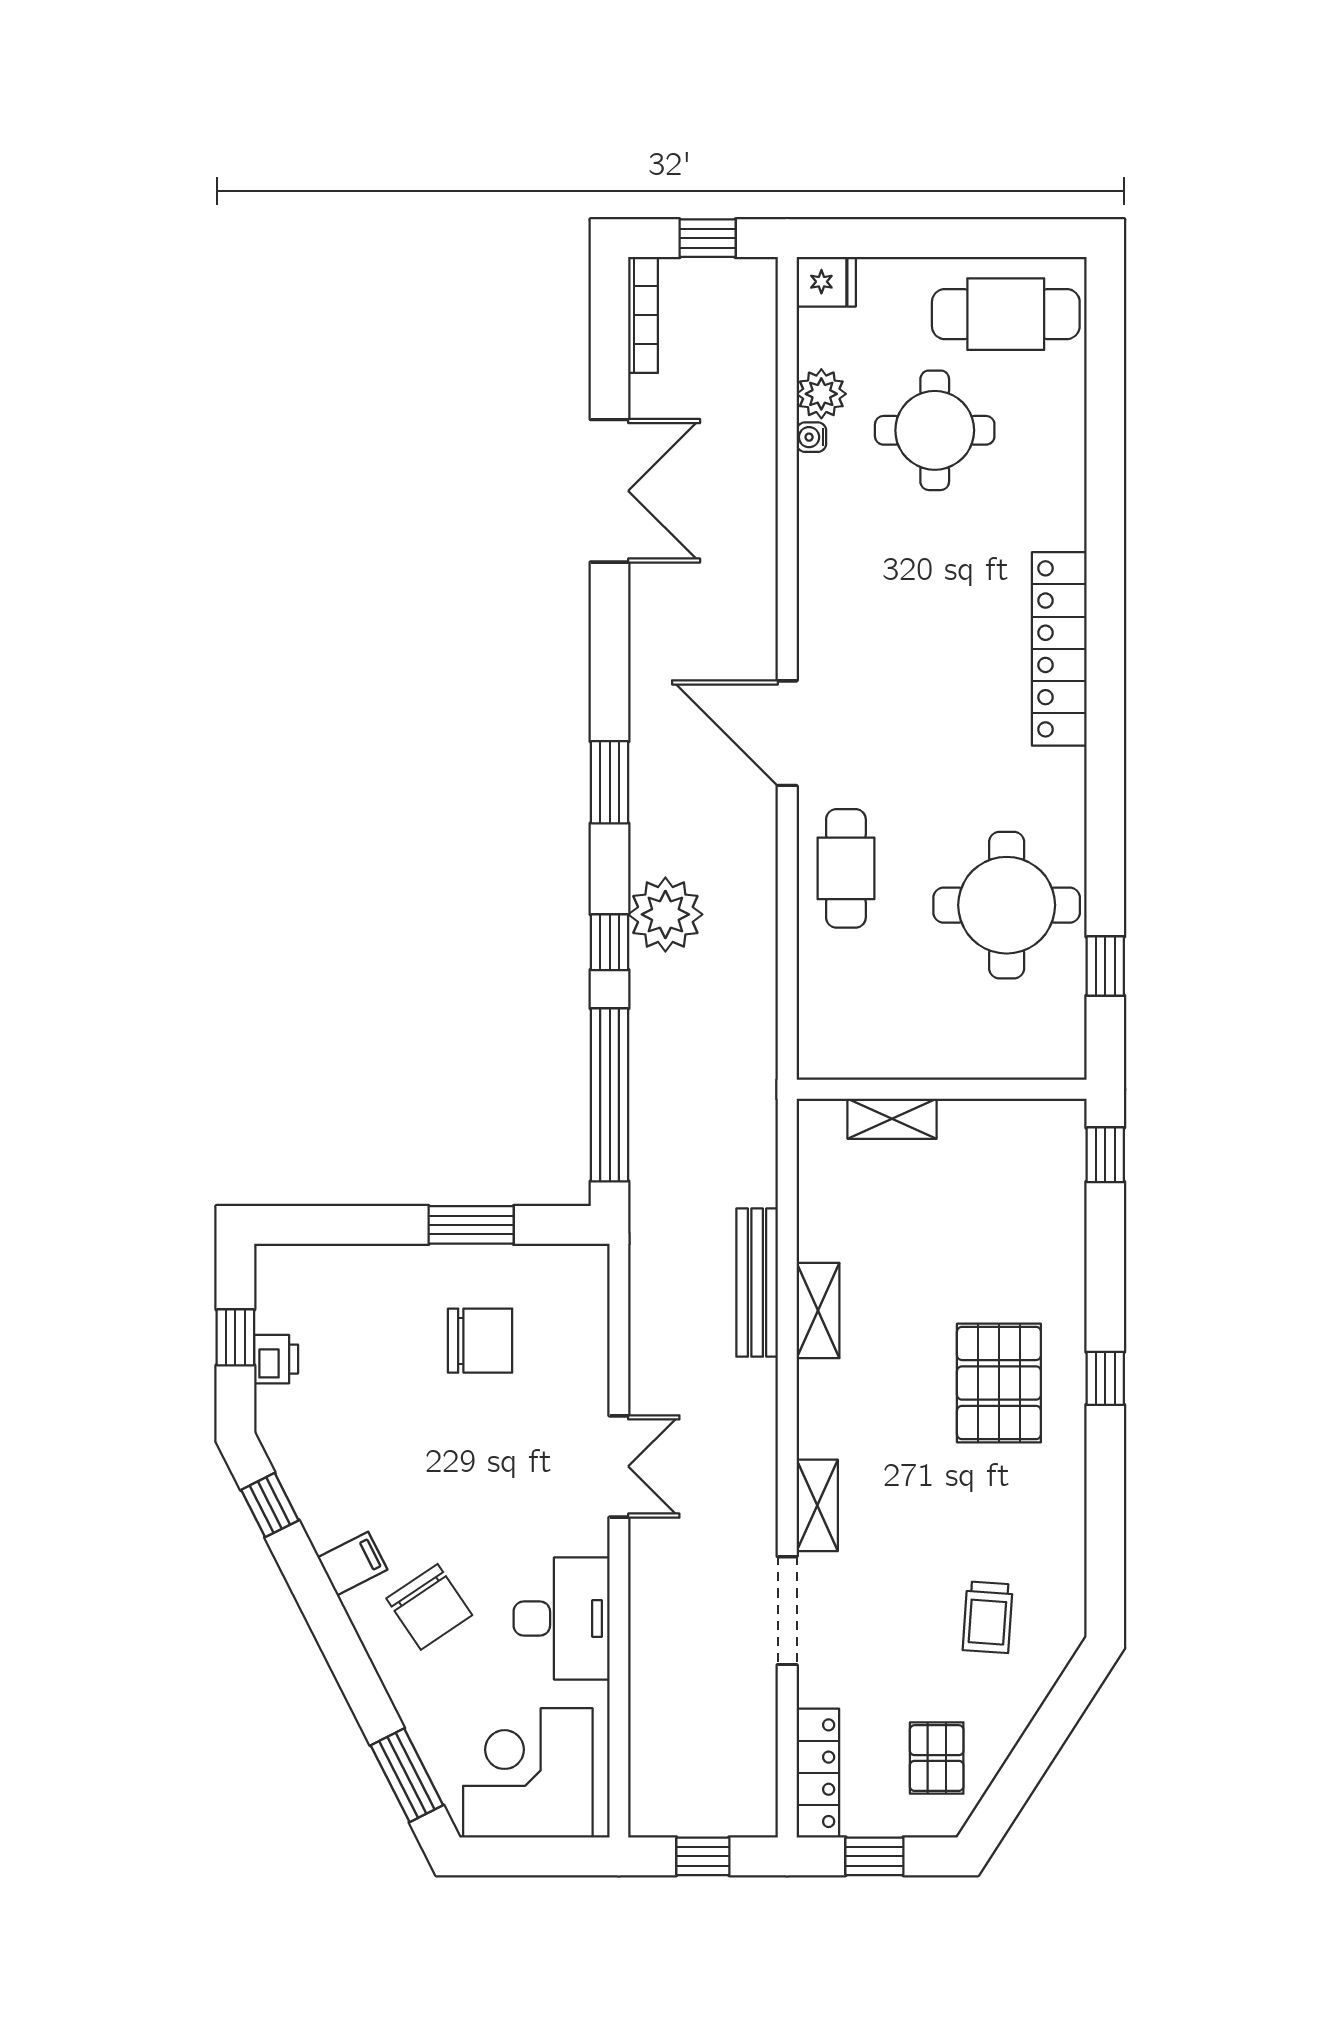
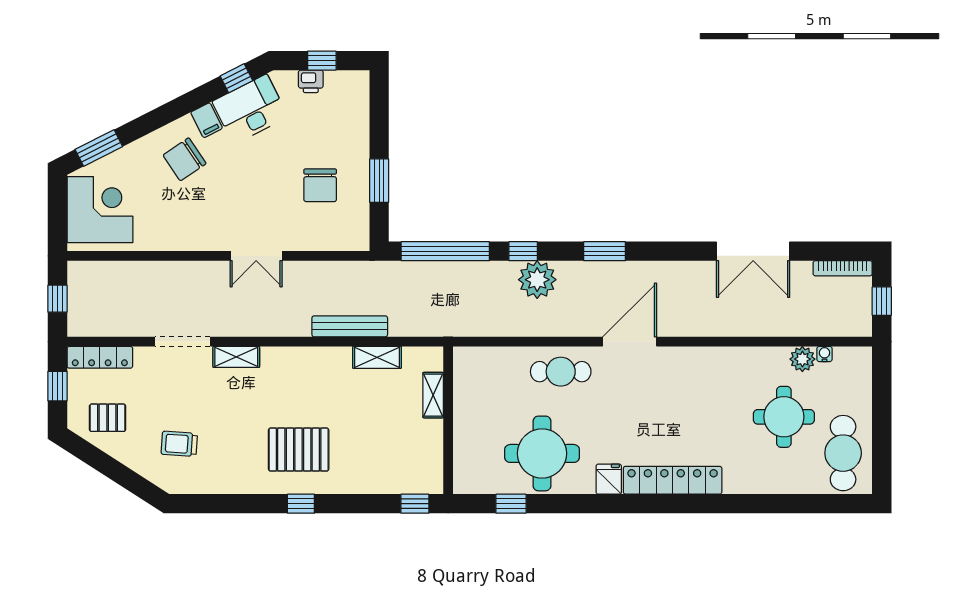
fridge: (826, 282) -> (609, 479), moved, turned 180
water cooler: (811, 437) -> (825, 354), moved
shelving: (818, 1311) -> (377, 357), moved
desk: (562, 1618) -> (250, 109), moved, turned 153

